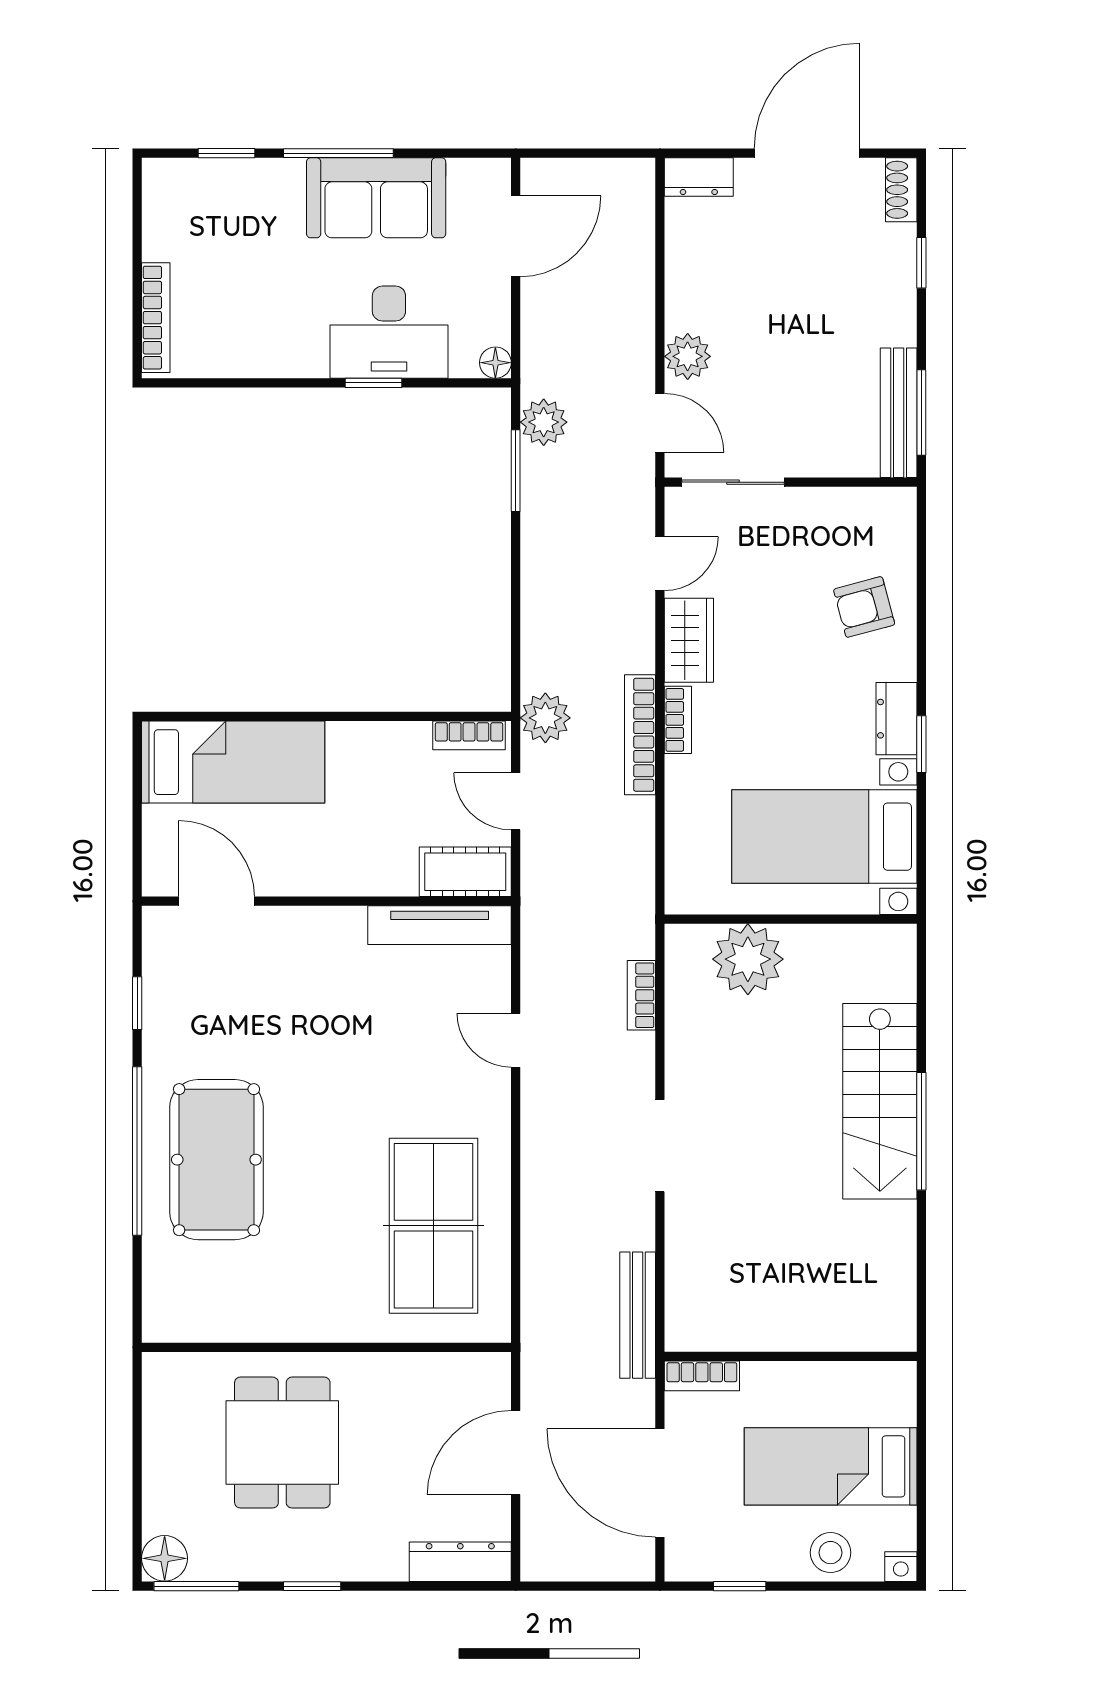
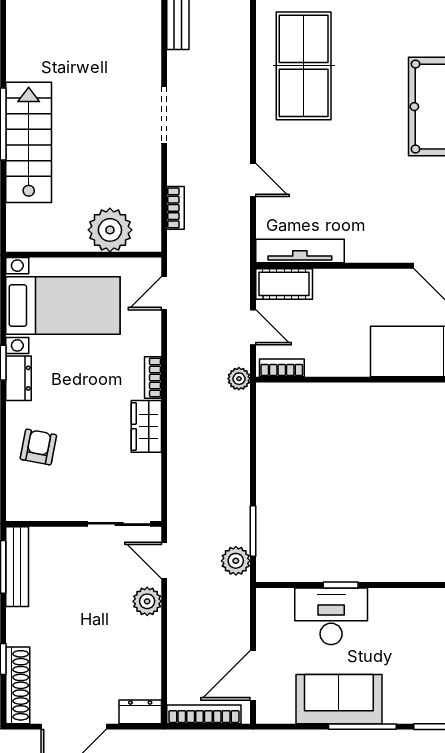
shoe rack: (901, 190) -> (18, 685), width x1.94, depth x1.24
floor lamp: (495, 363) -> (265, 597), removed
door: (660, 563) -> (164, 293), moved
armchair: (864, 607) -> (38, 447), turned -64
plant: (545, 718) -> (239, 379), width x0.73, depth x0.73
bookcase: (640, 735) -> (204, 714), moved, turned -90

